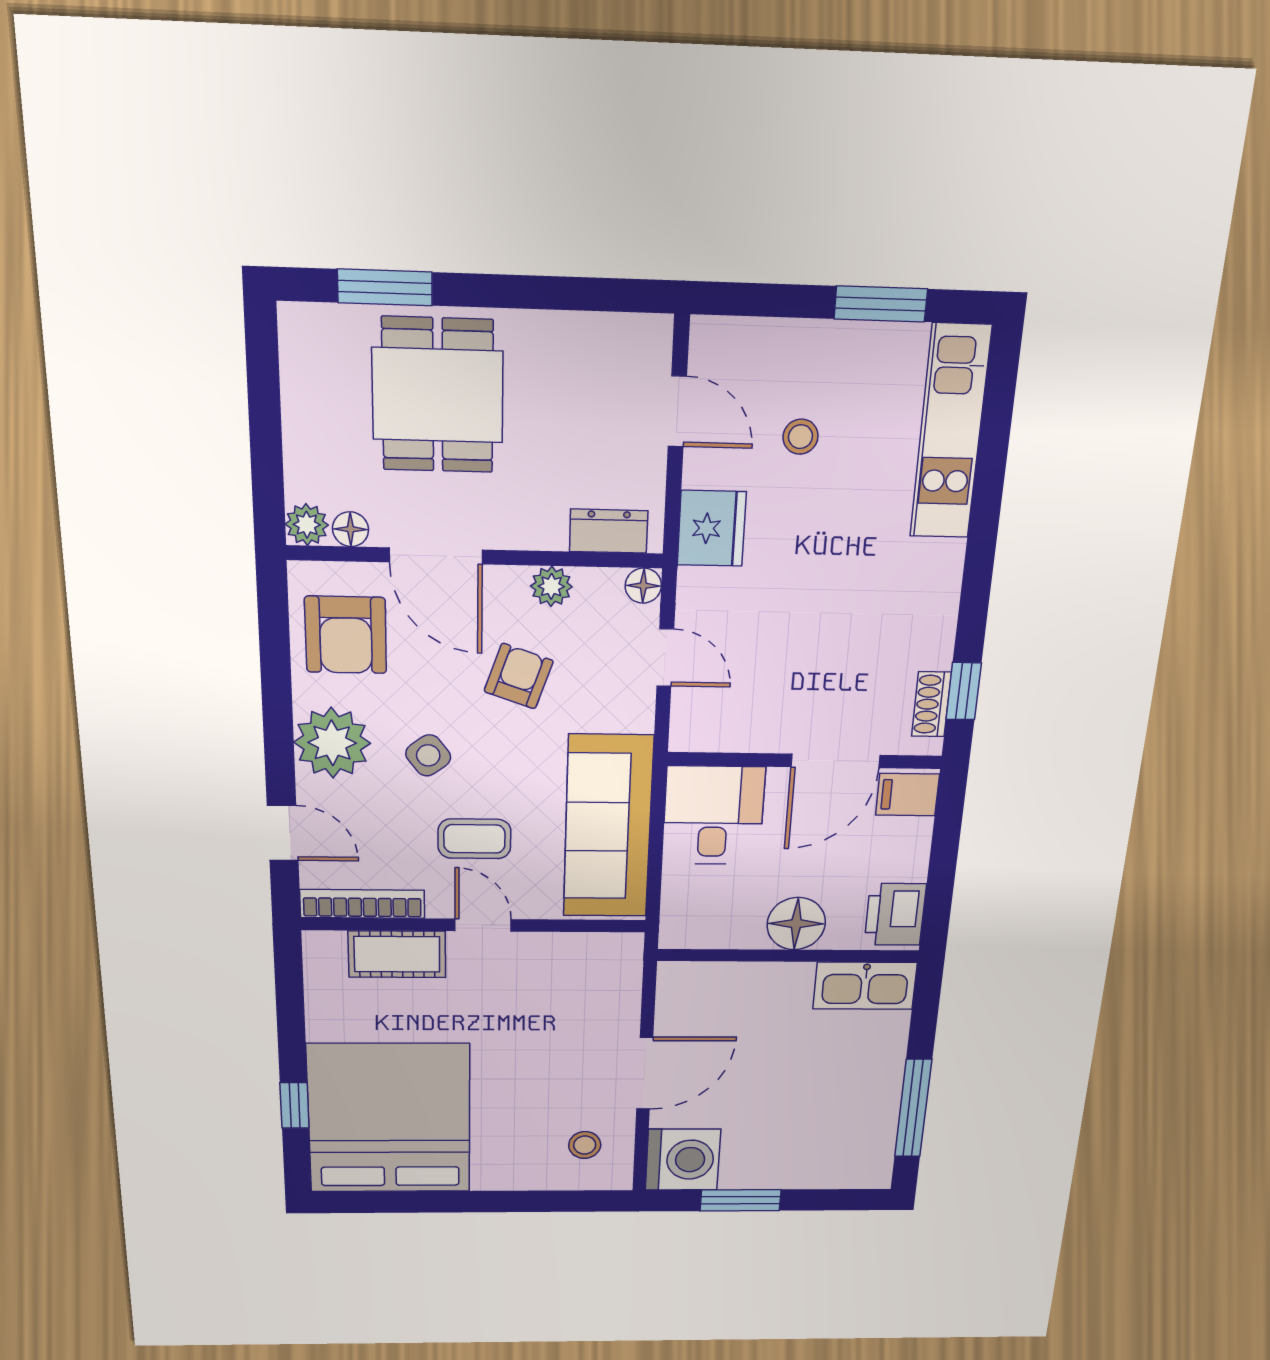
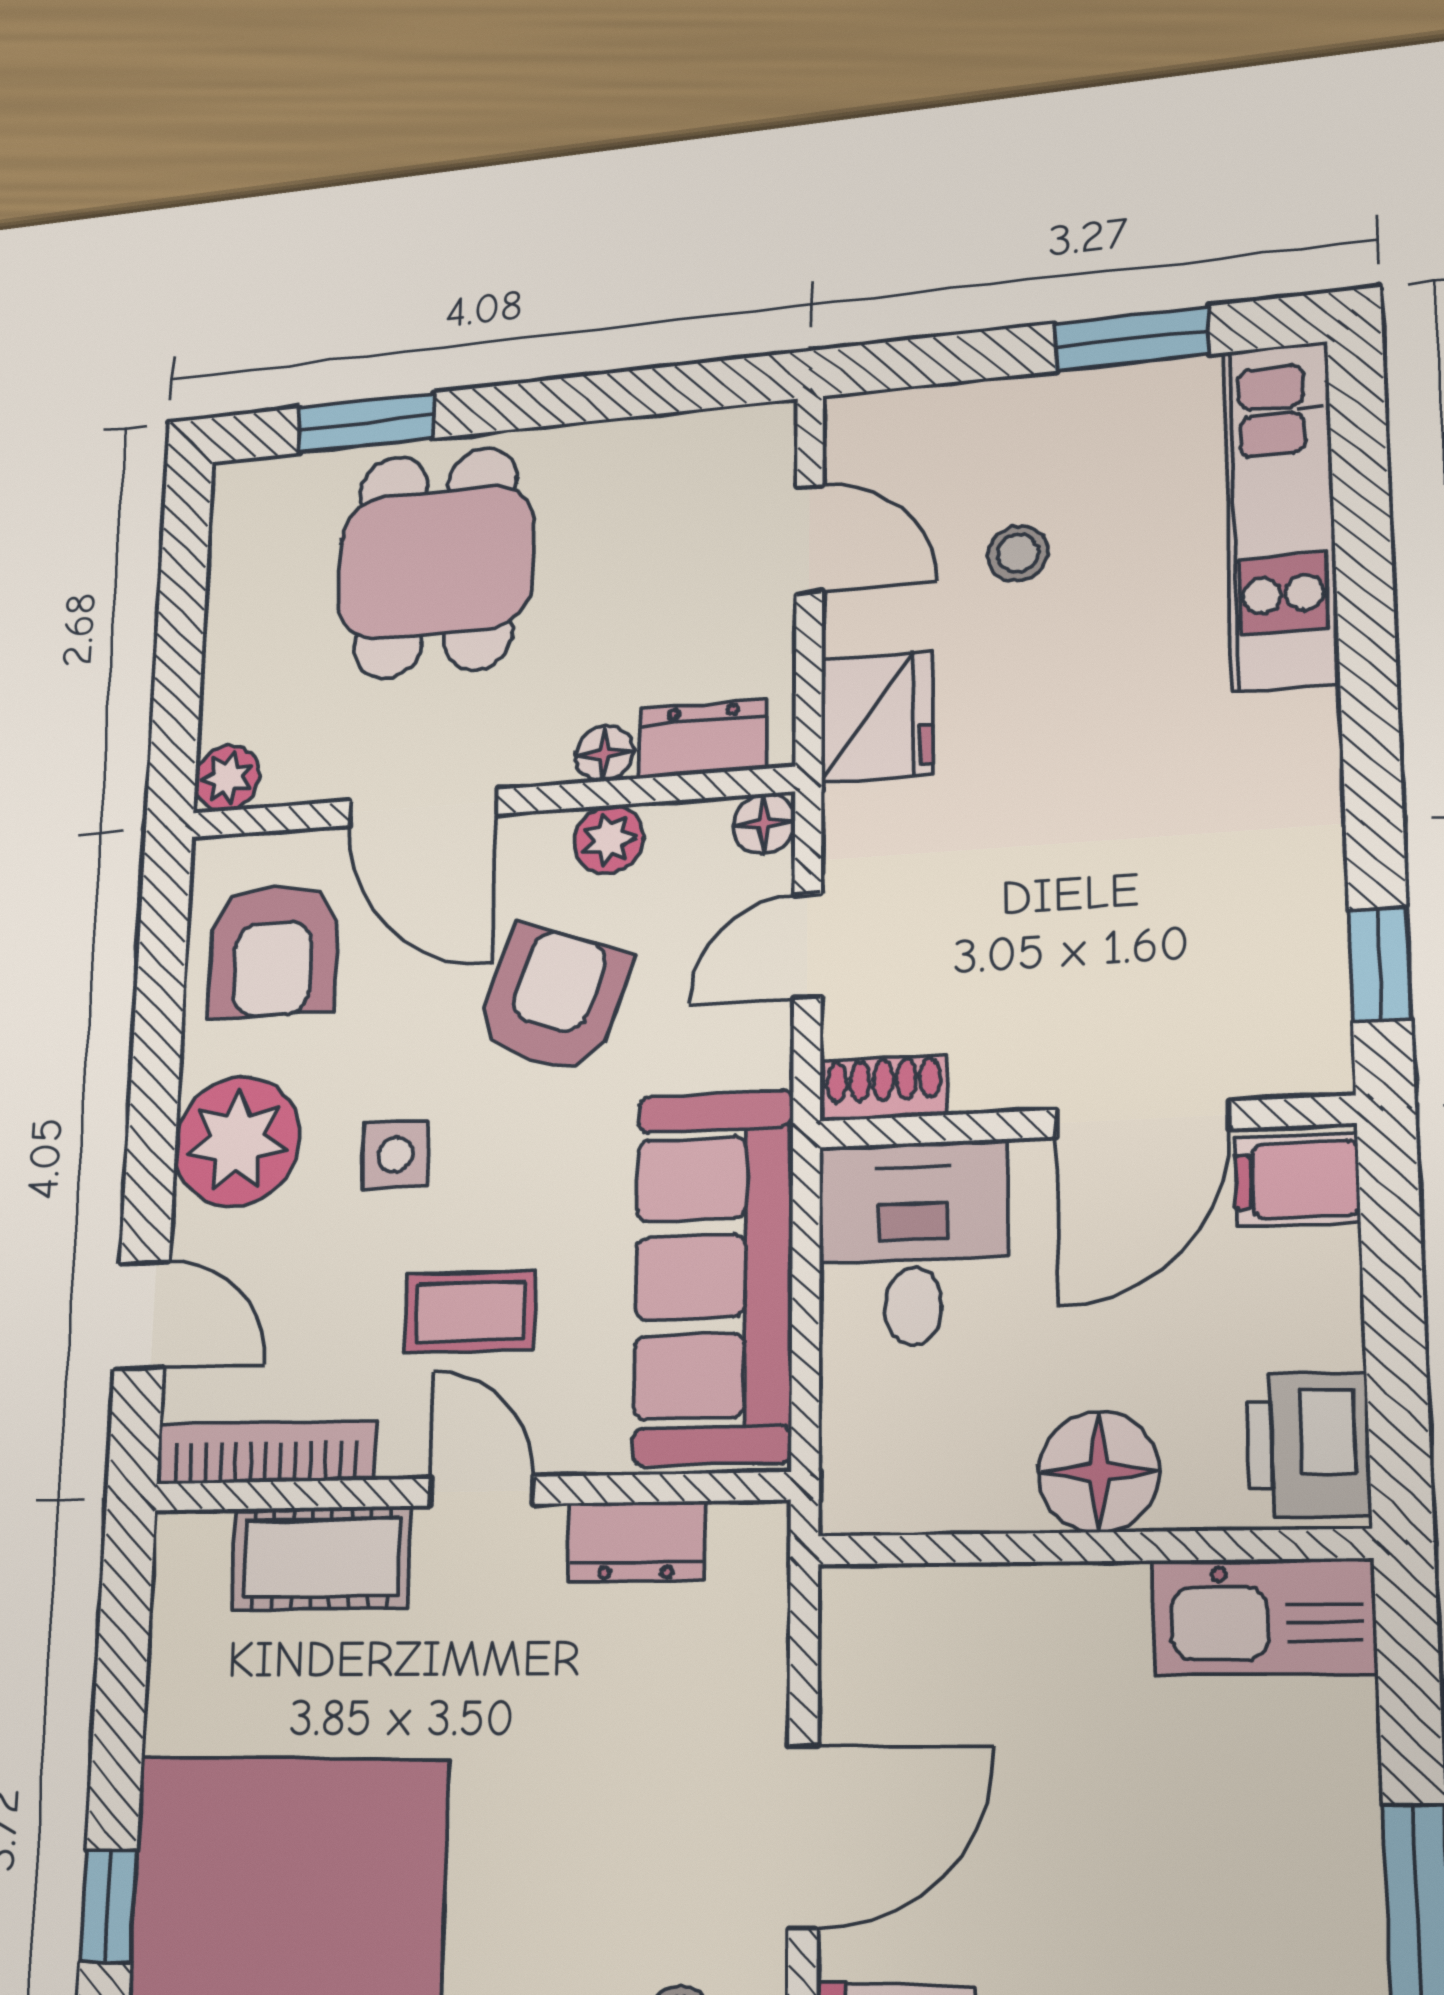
floor lamp: (350, 529) -> (604, 753), moved
door: (665, 658) -> (807, 946), swing flipped
armchair: (519, 676) -> (553, 999), width x1.38, depth x1.38
shoe rack: (931, 704) -> (883, 1088), moved, turned 90
side table: (428, 755) -> (395, 1154), turned 37
dresser: (565, 950) -> (636, 1542), added

